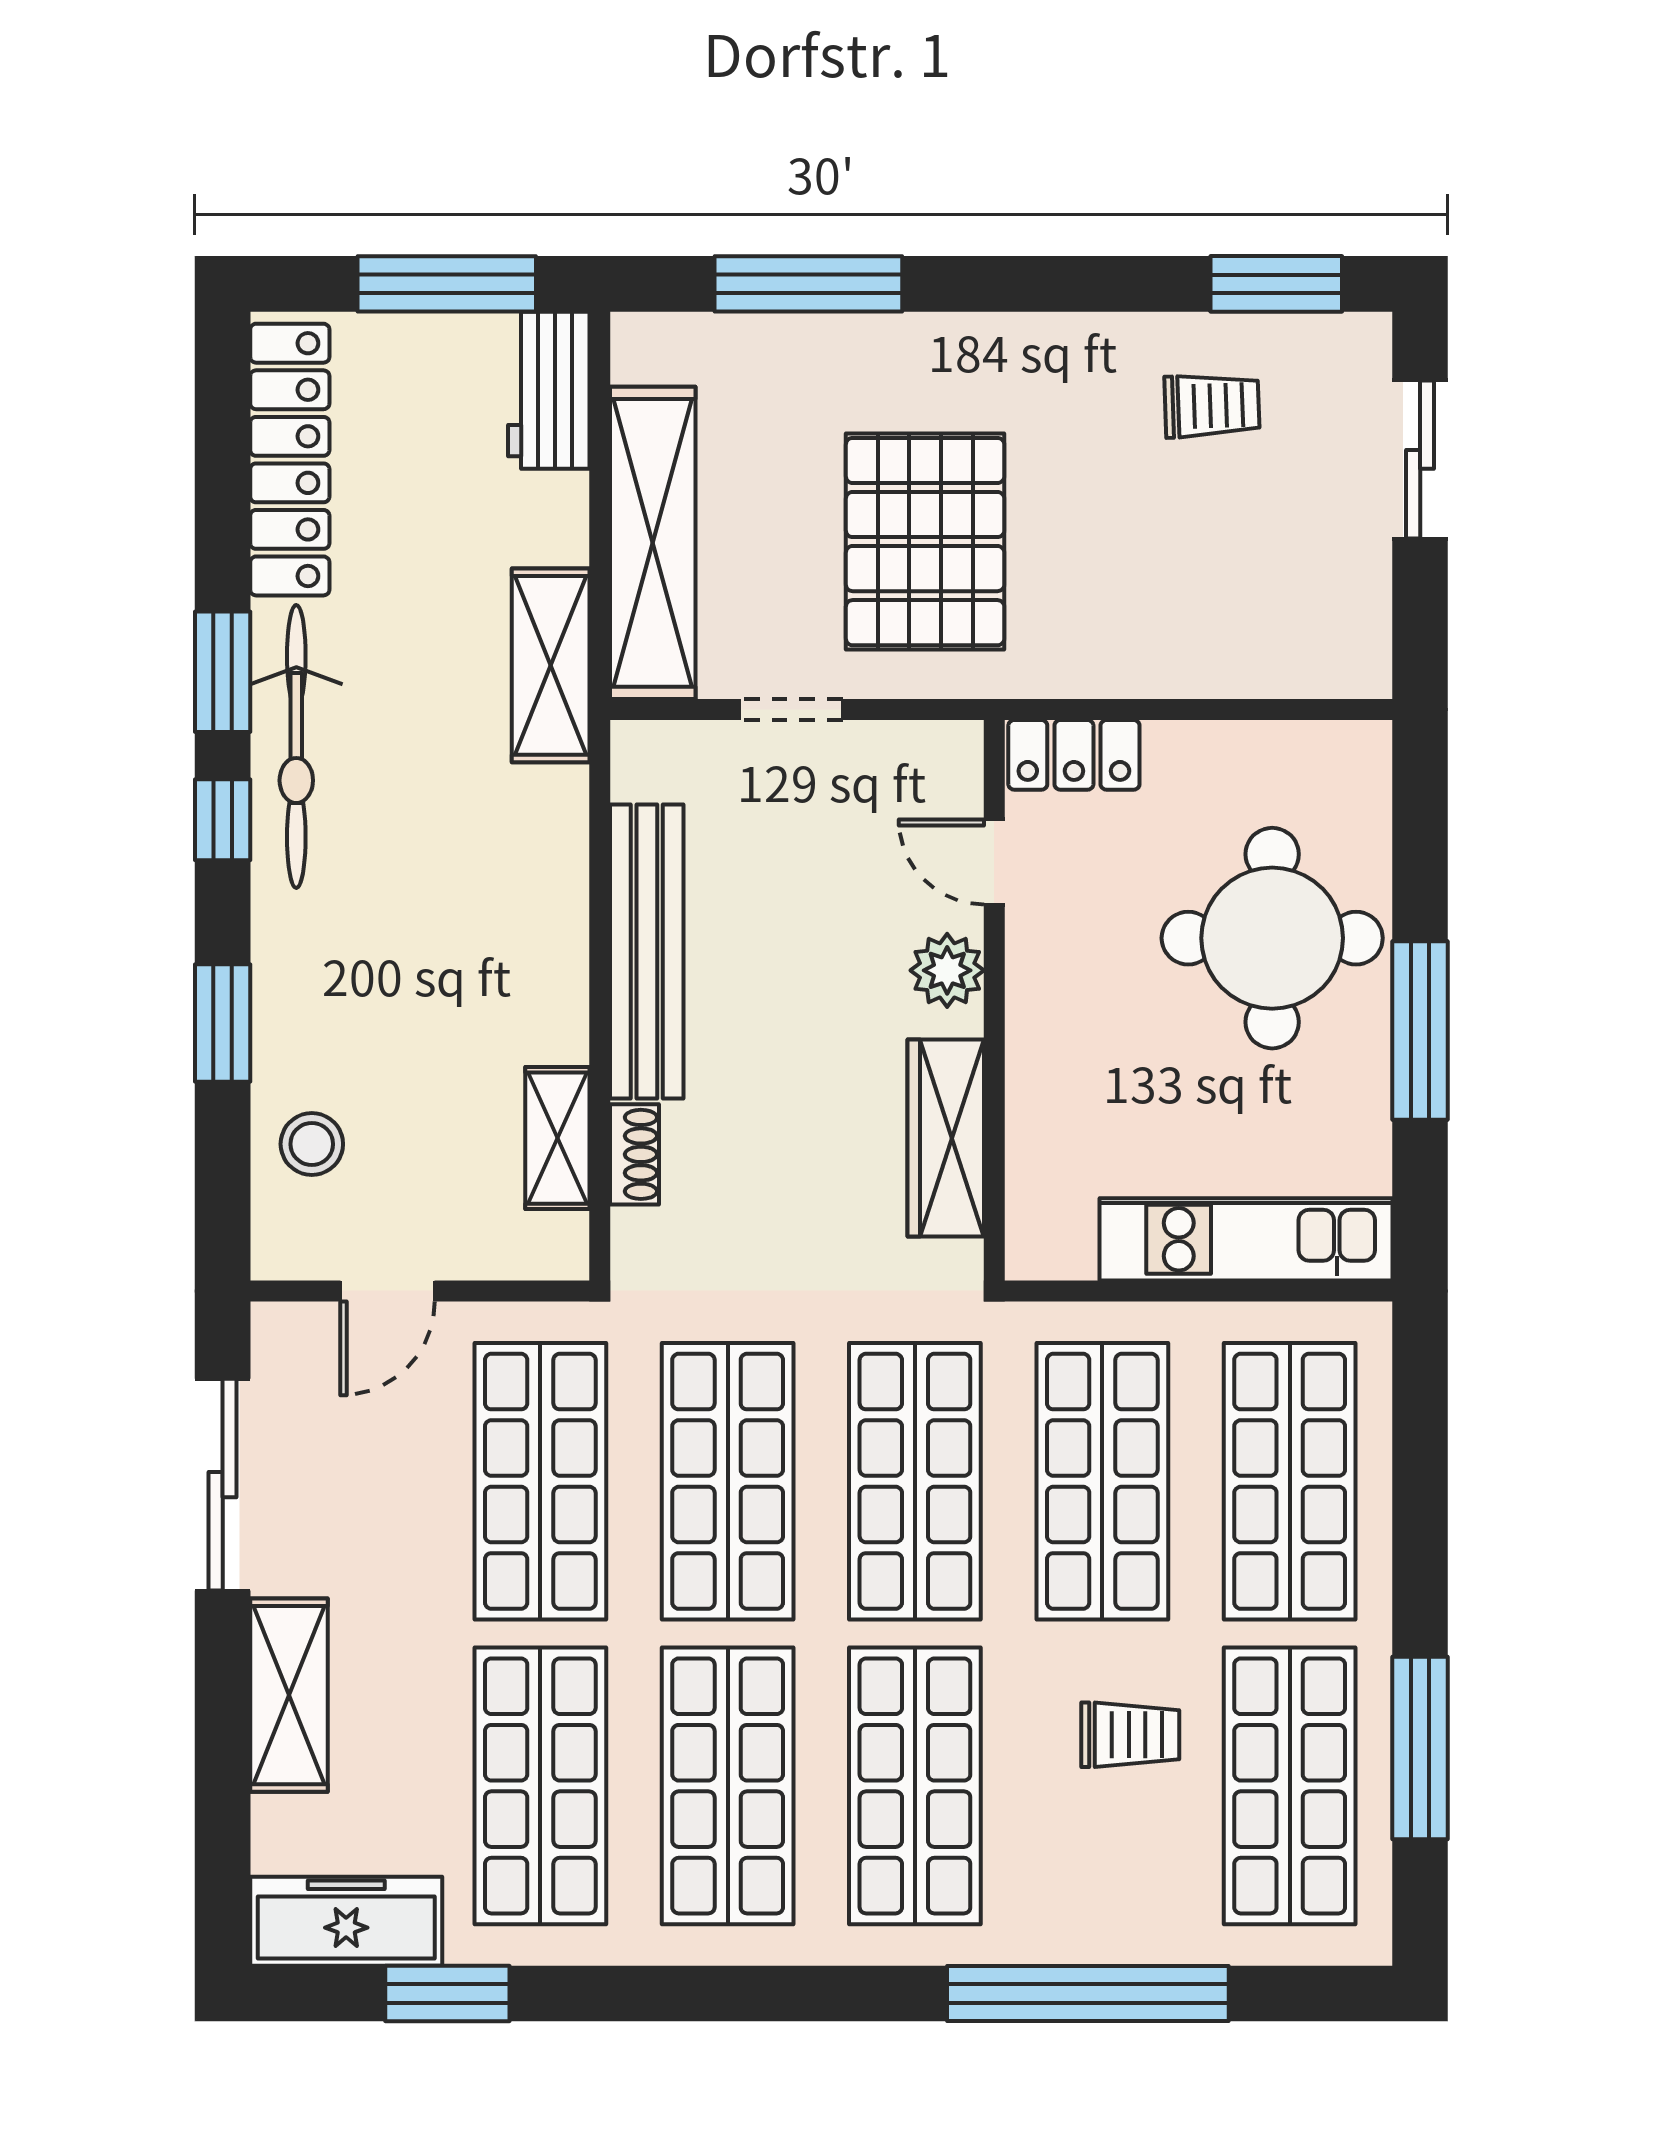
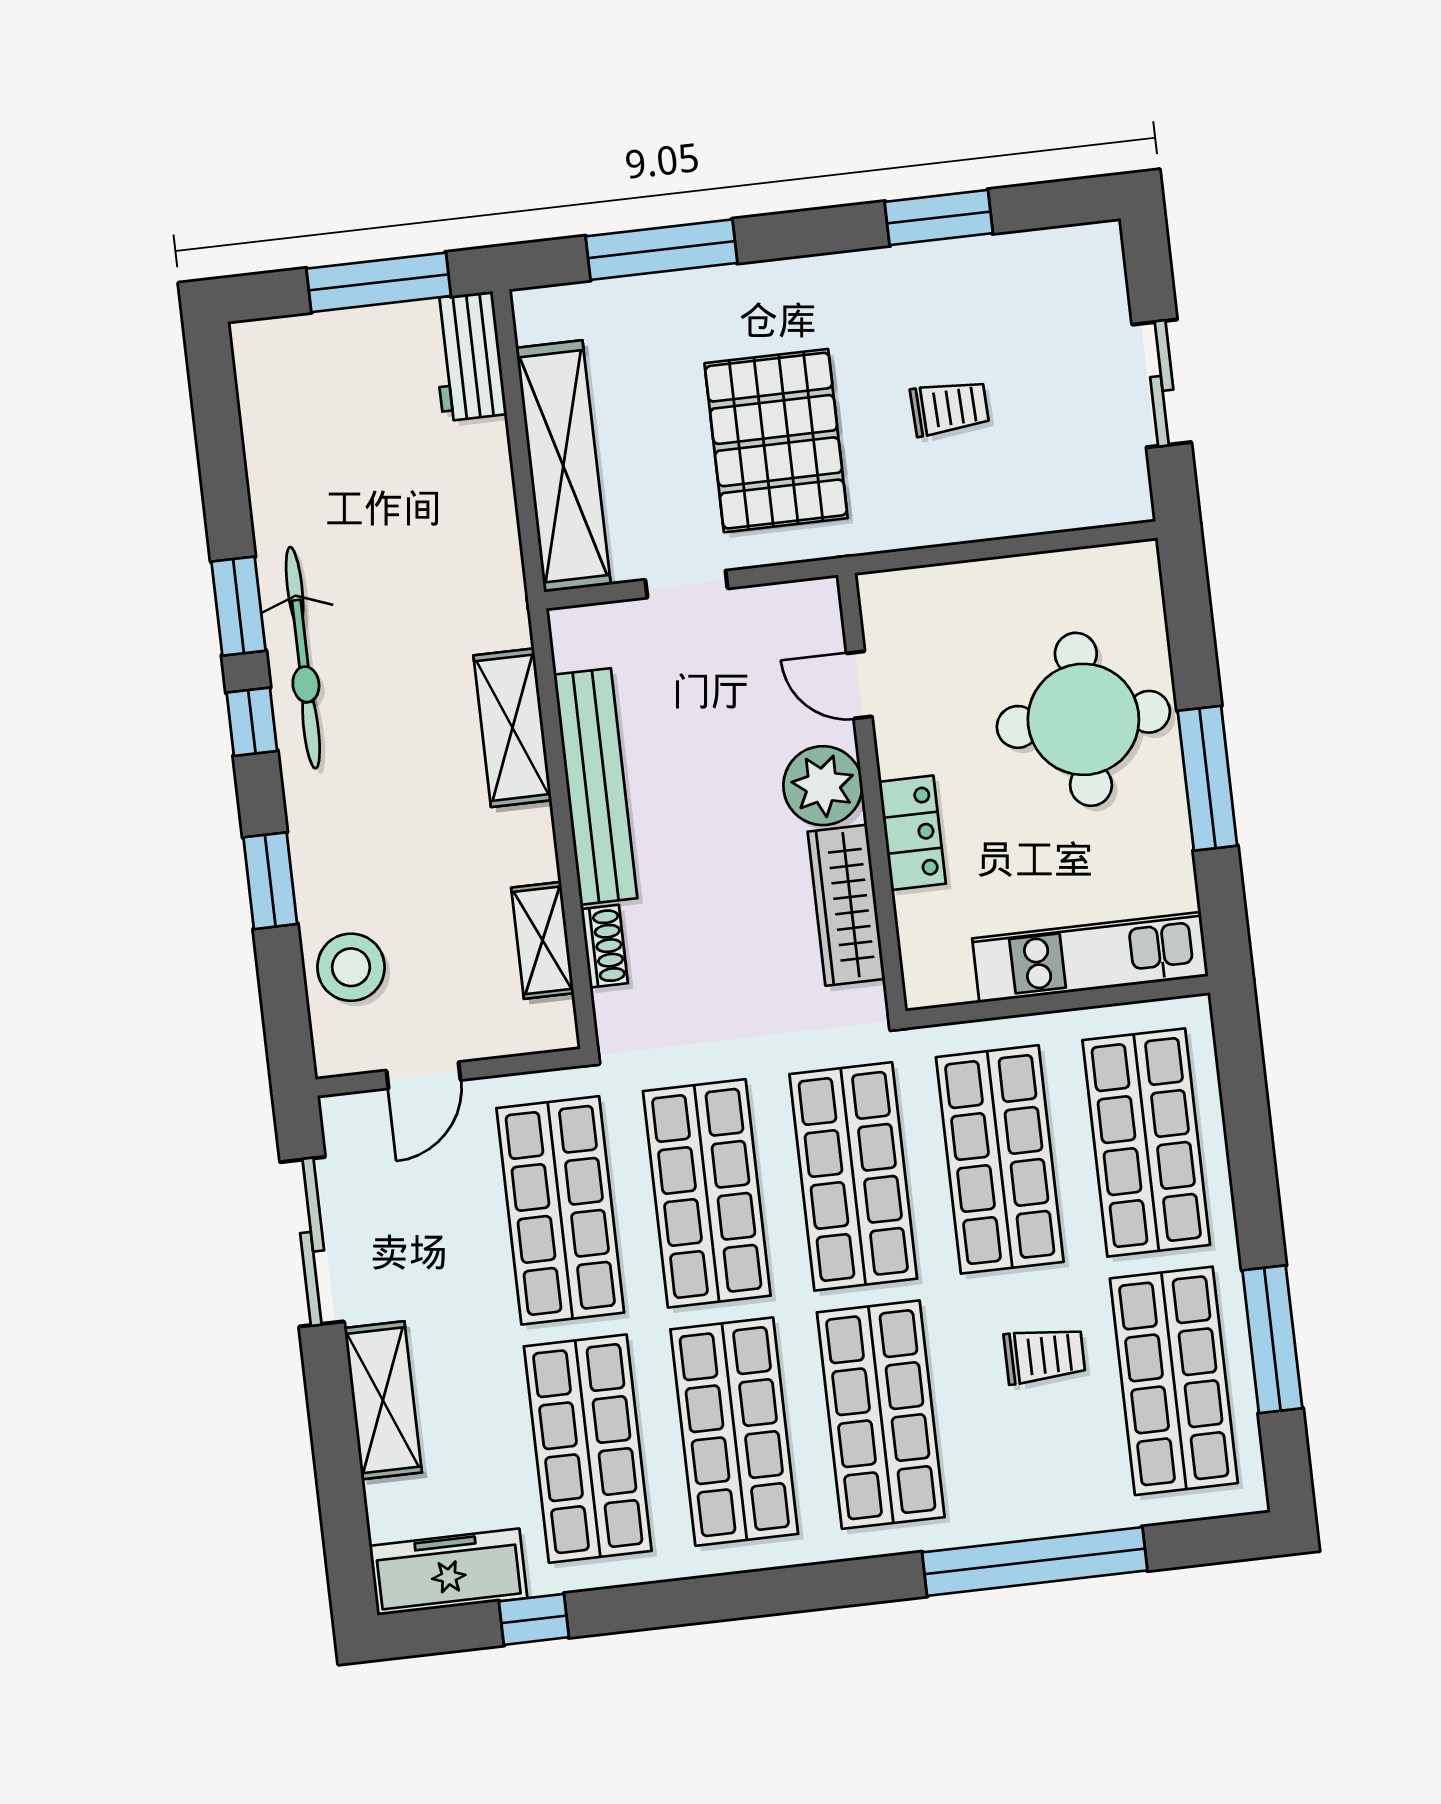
window: (1276, 284) -> (939, 218), moved
trolley: (1212, 406) -> (950, 408), moved
sliding door: (1420, 459) -> (1162, 383), moved
locker: (290, 460) -> (272, 434), removed
shelving: (551, 665) -> (513, 728), moved
locker: (1074, 755) -> (912, 833), moved, turned -90
plant: (947, 970) -> (823, 786), width x1.36, depth x1.36
stool: (312, 1144) -> (351, 967), width x1.38, depth x1.38
window: (447, 1994) -> (534, 1619), width x0.67

